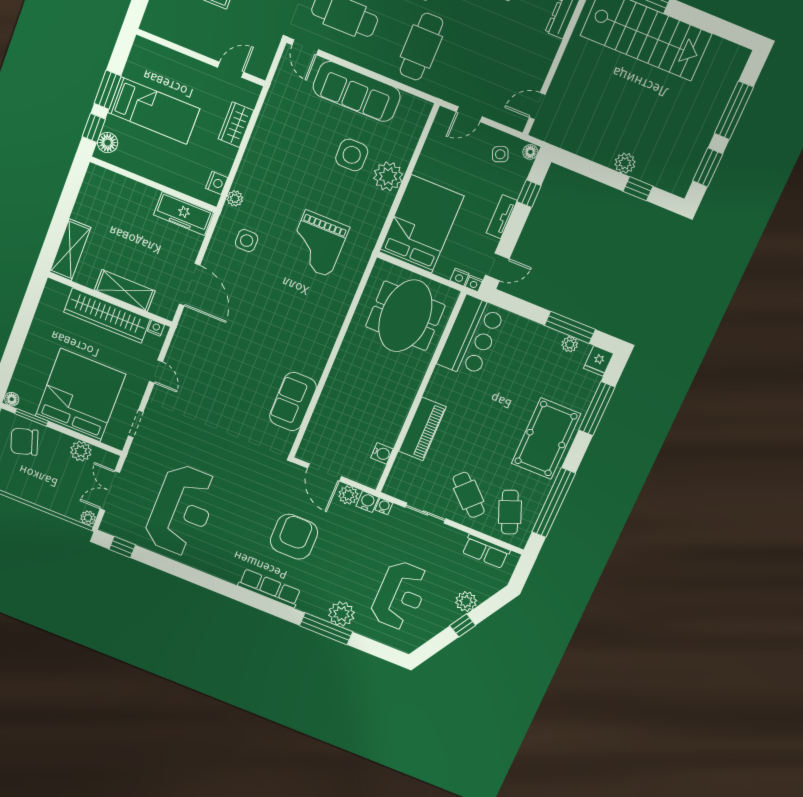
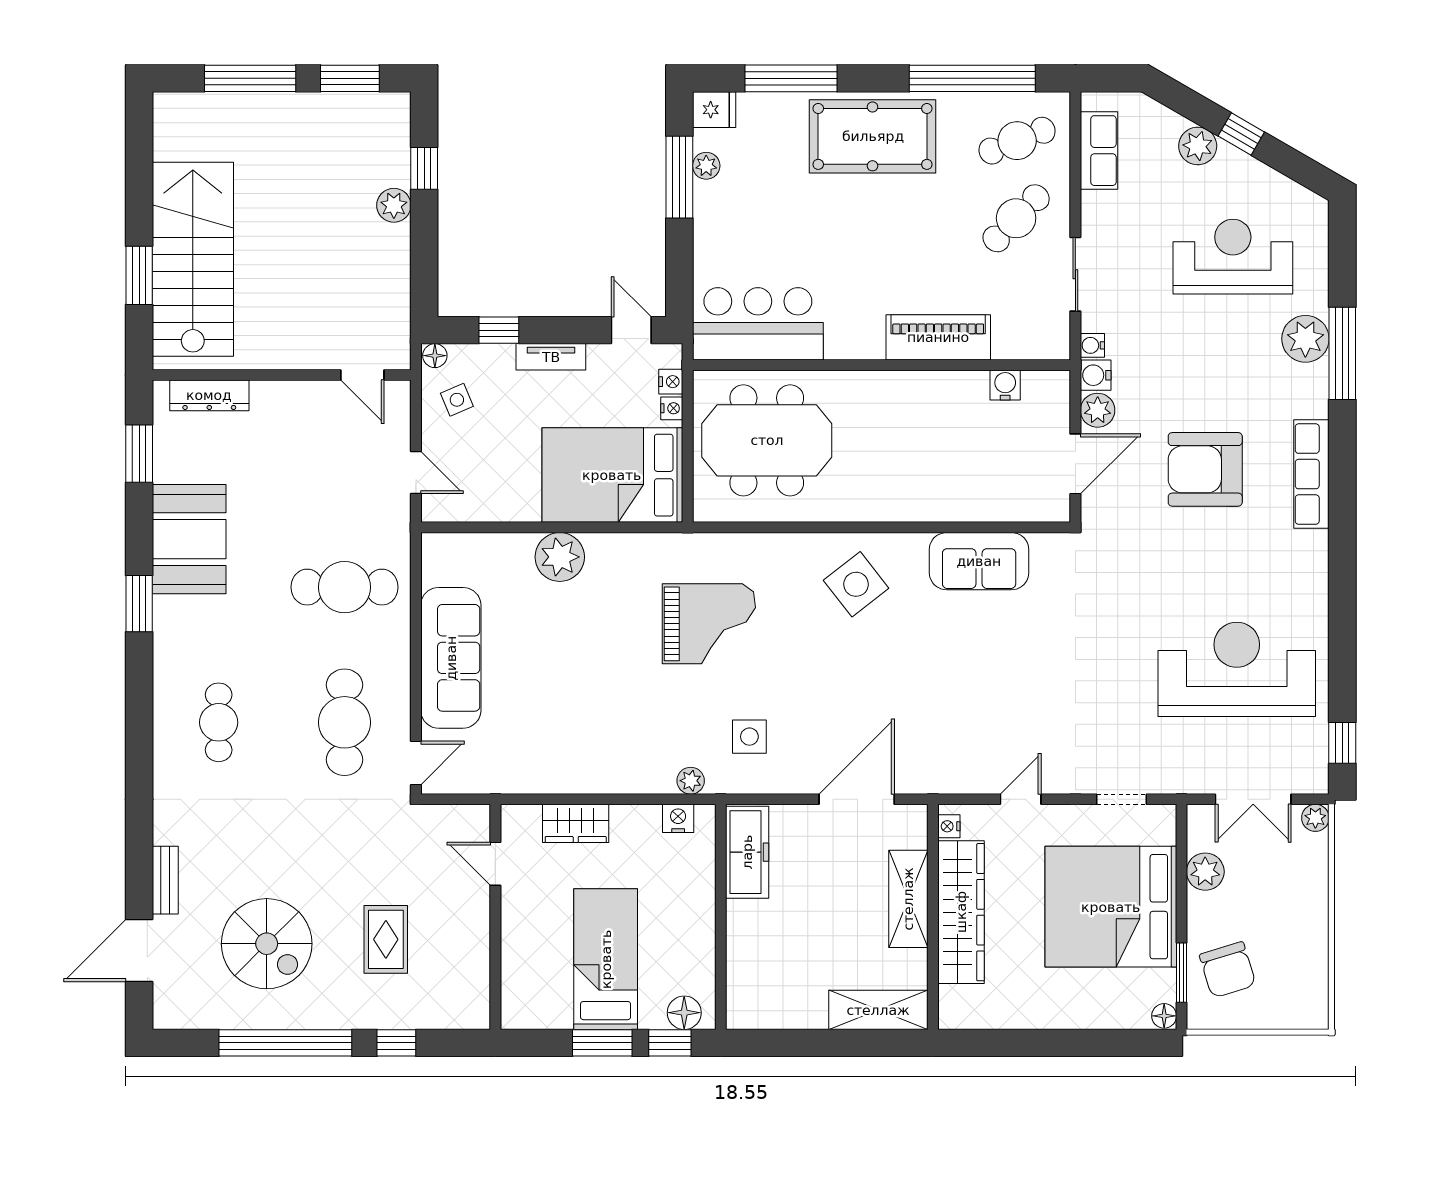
side table: (352, 155) -> (856, 584), moved, turned -38
nightstand: (474, 284) -> (672, 408), moved

